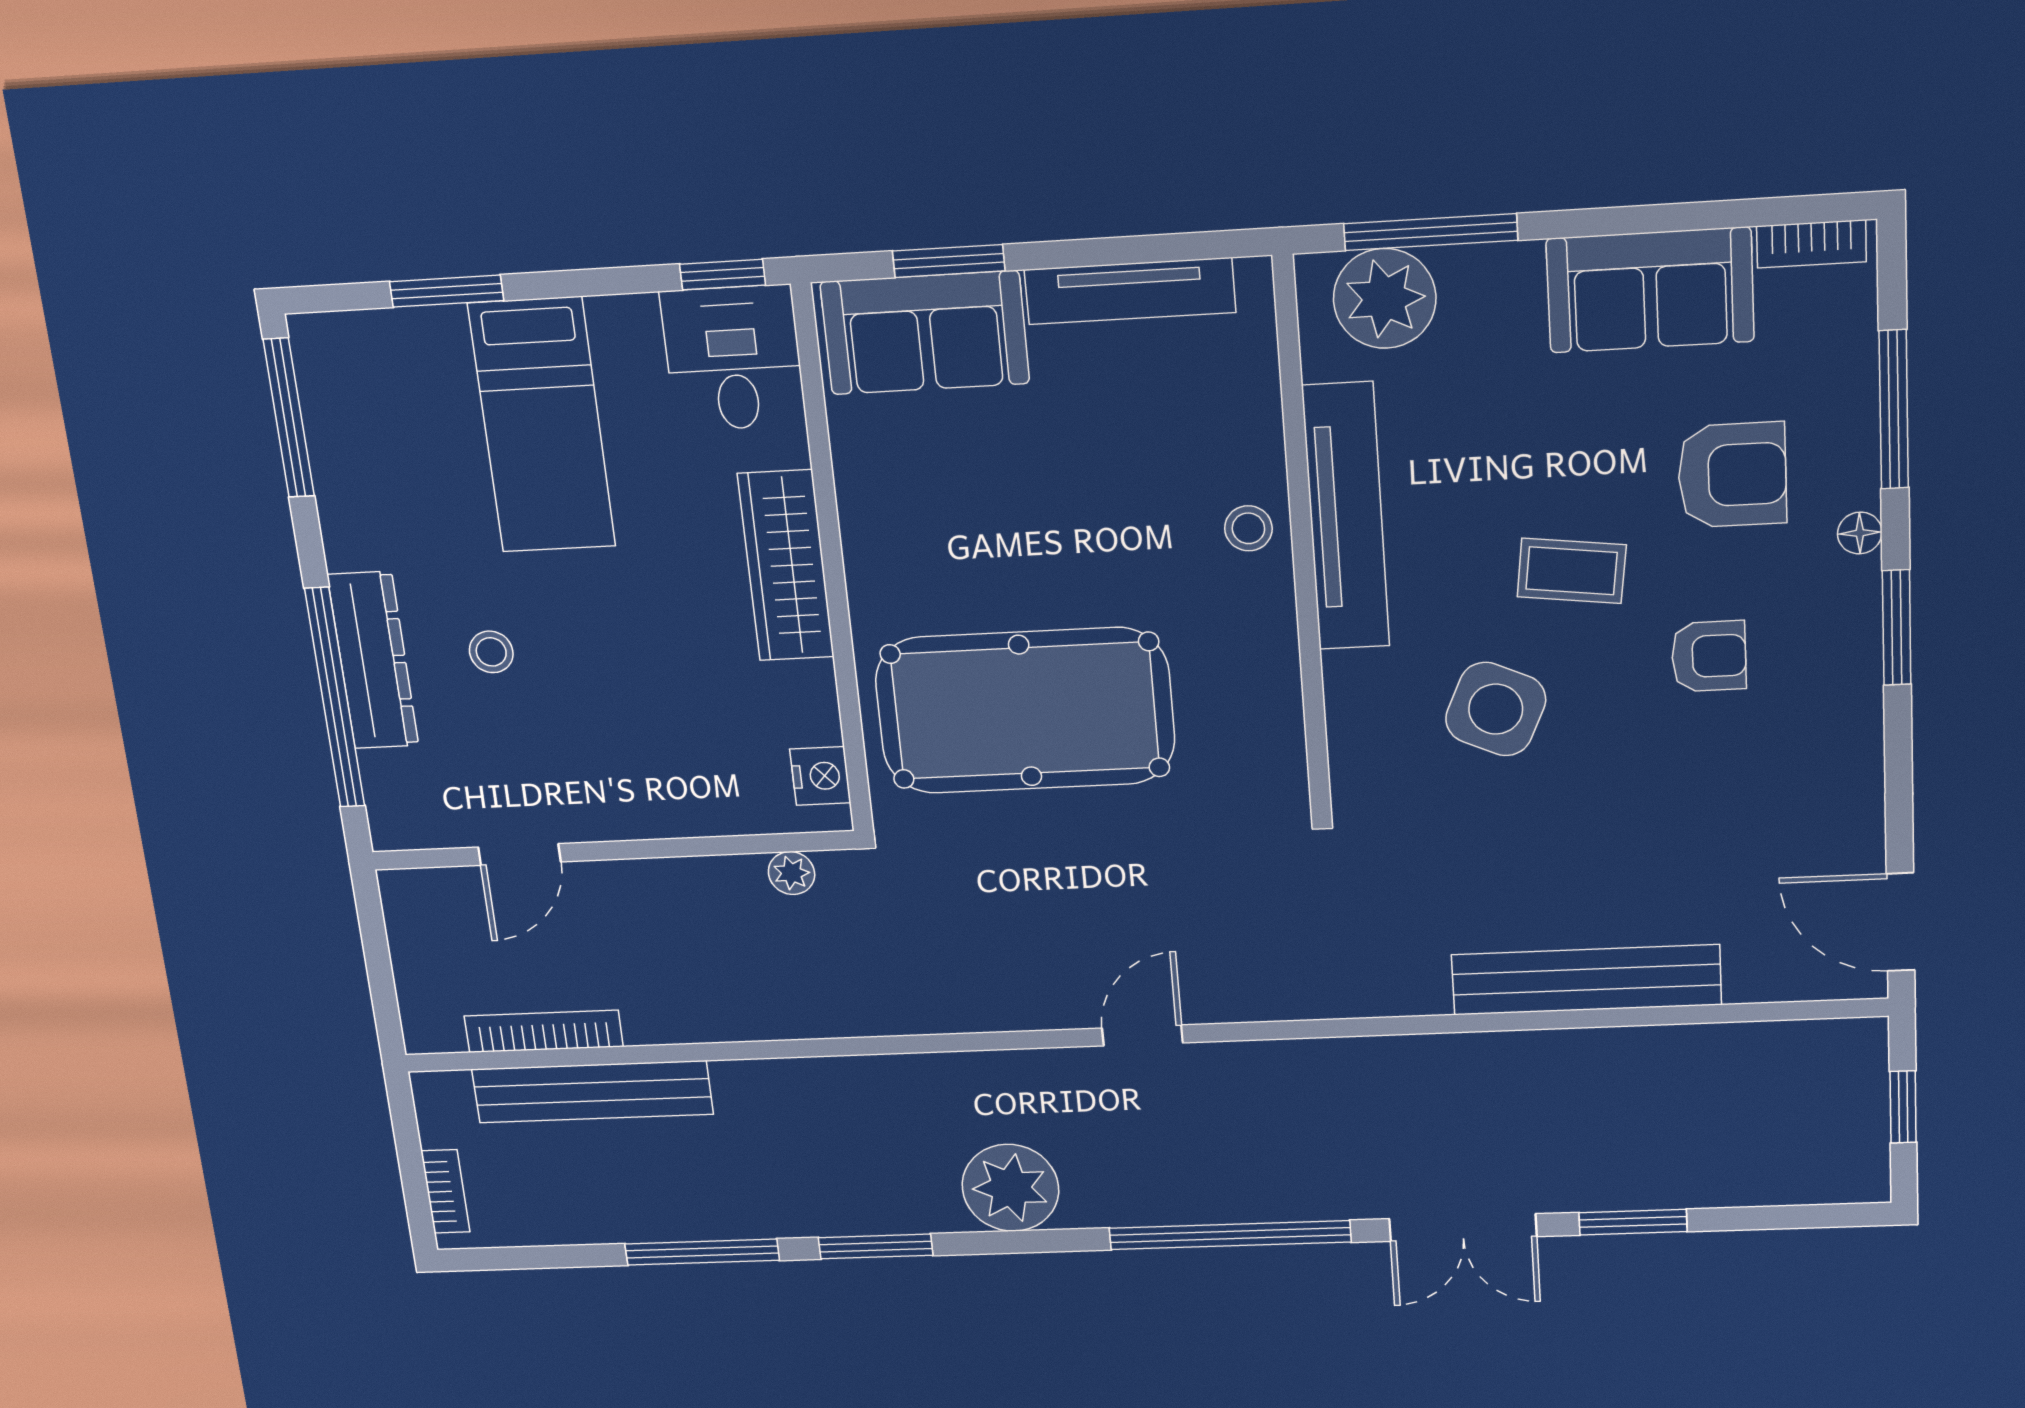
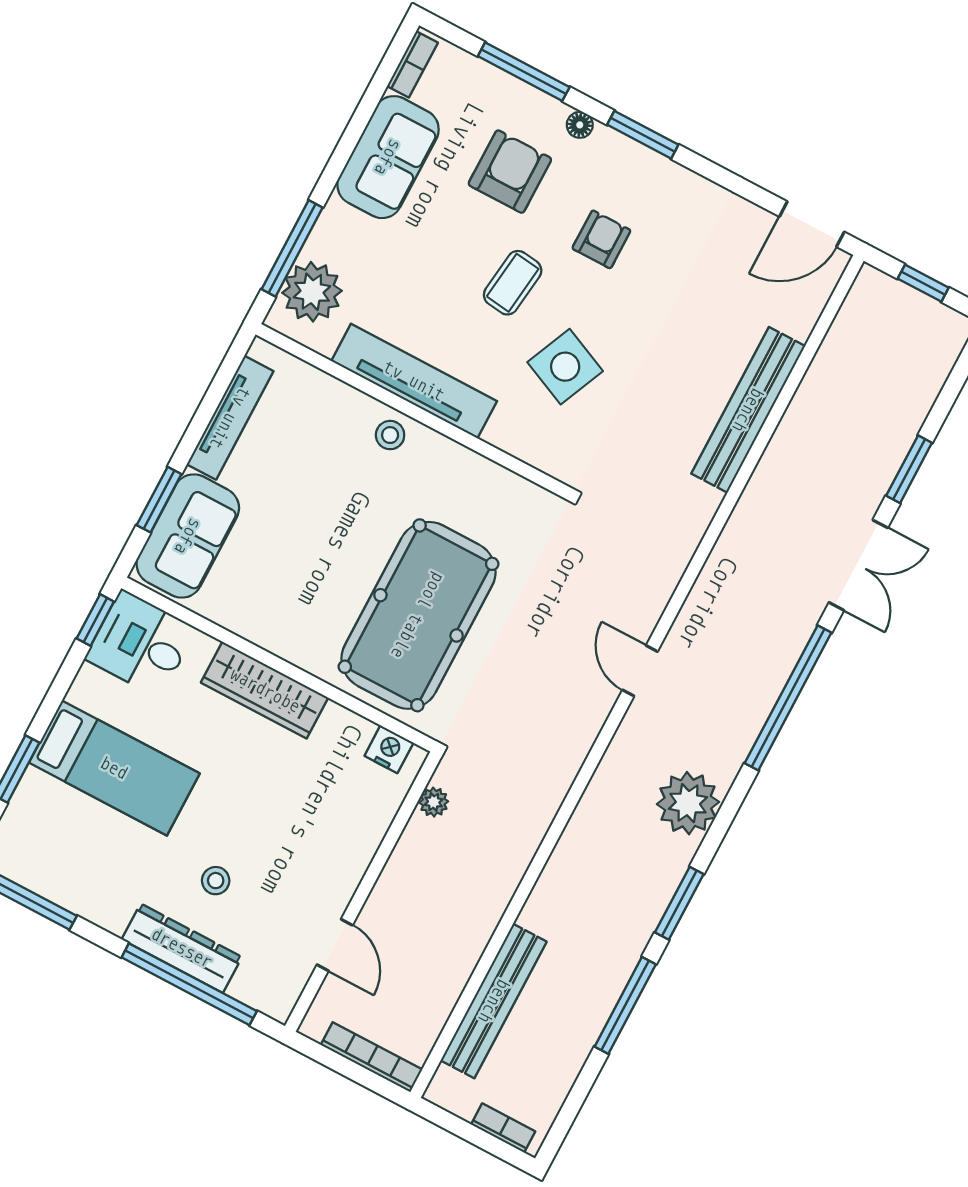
bookcase: (544, 1031) -> (371, 1057), moved, turned 90

